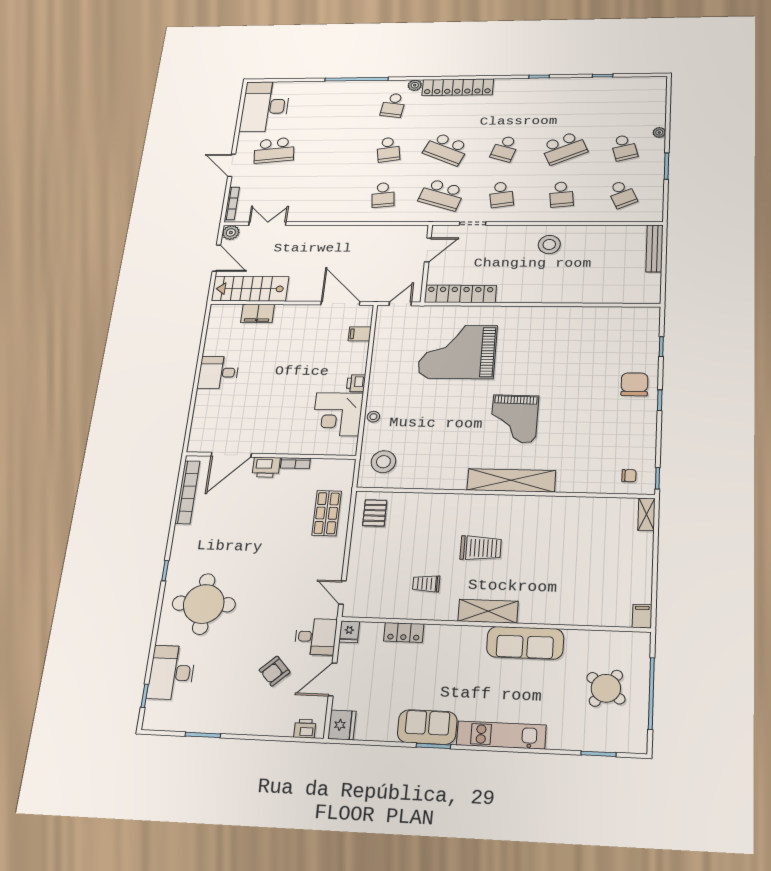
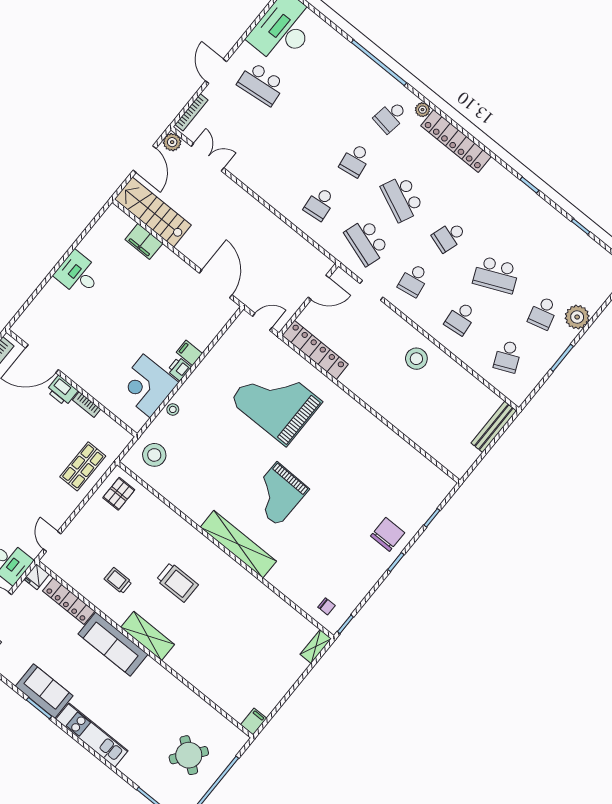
plant: (659, 132) -> (577, 317), width x1.88, depth x1.88
filing cabinet: (360, 334) -> (189, 353), moved
locker: (404, 632) -> (69, 601), width x1.53
sofa: (525, 643) -> (113, 644), moved

